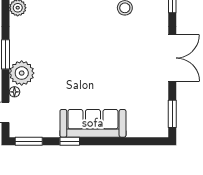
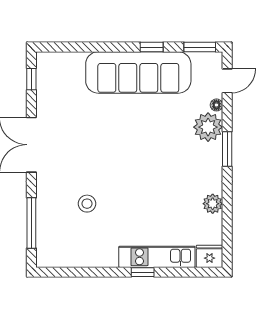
window: (172, 114) -> (31, 79), width x0.67
sofa: (93, 123) -> (138, 72), width x1.36, depth x1.27

